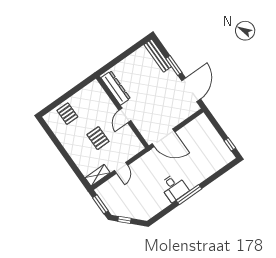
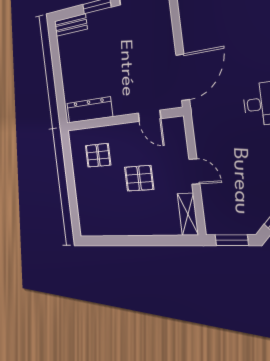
bench: (158, 56) -> (71, 25), width x0.73
pallet: (67, 114) -> (98, 155), moved
door: (125, 116) -> (149, 116), moved

